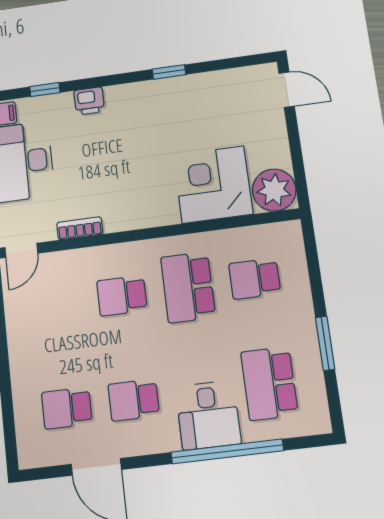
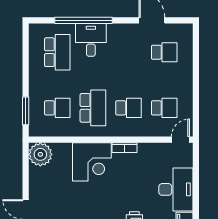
corner desk: (213, 184) -> (92, 162), moved
bookcase: (80, 228) -> (124, 148), moved
window: (325, 343) -> (26, 111), moved
school desk: (134, 400) -> (164, 108), moved

